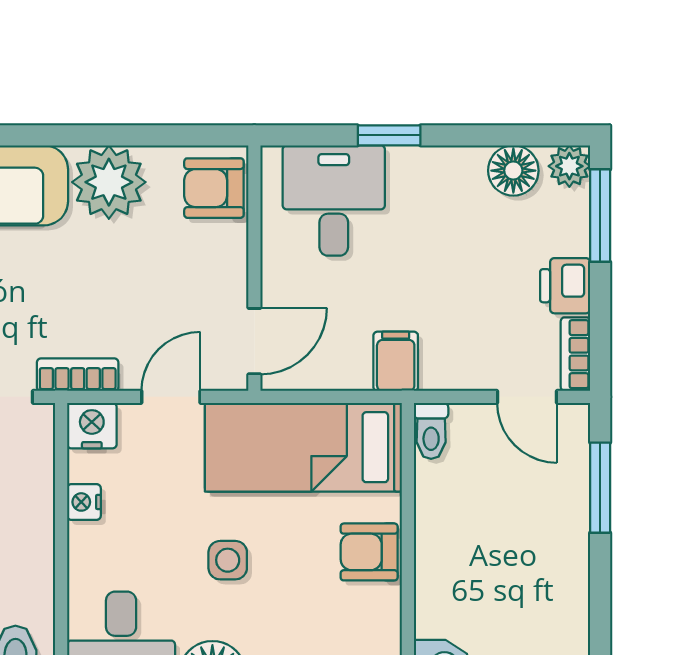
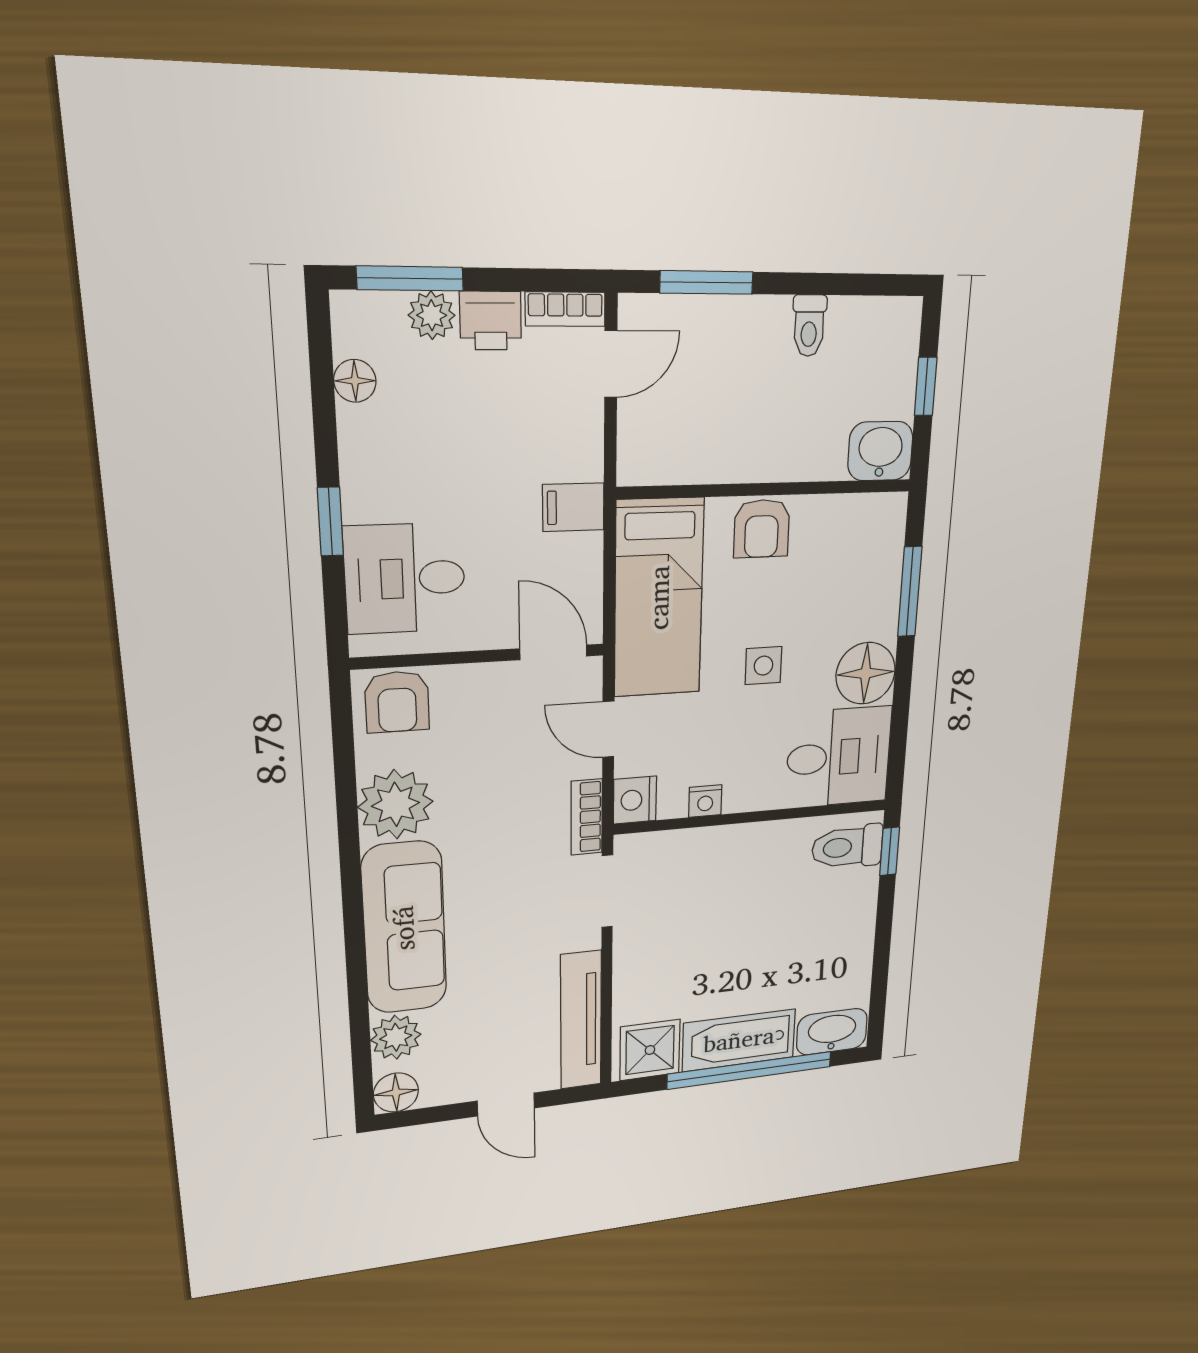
plant: (569, 166) -> (432, 315), moved
floor lamp: (513, 171) -> (355, 381), width x0.73, depth x0.73
toilet: (431, 431) -> (809, 326), moved, turned 90

